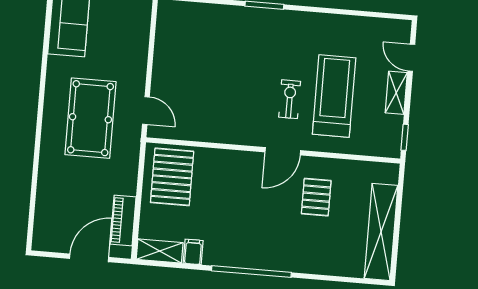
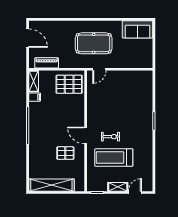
treadmill: (334, 96) -> (114, 158), turned 180
door: (89, 258) -> (28, 38), moved

